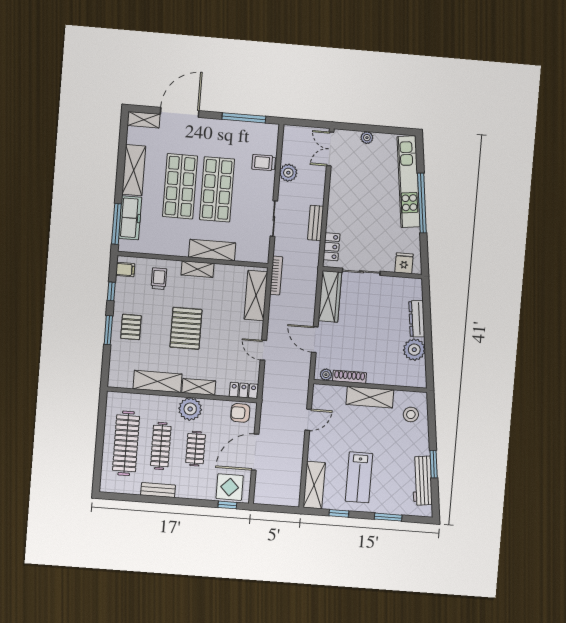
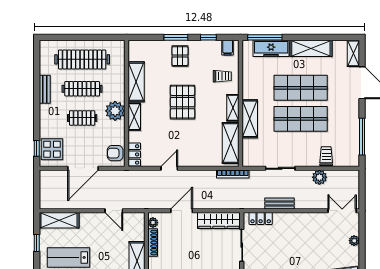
shelving: (256, 296) -> (231, 143), moved, turned 90
pallet: (131, 327) -> (180, 56), turned 90
pallet: (186, 328) -> (183, 102), turned 90
armchair: (240, 413) -> (115, 153), turned -90
door: (255, 452) -> (83, 168), swing flipped

